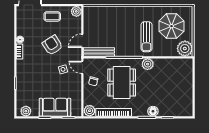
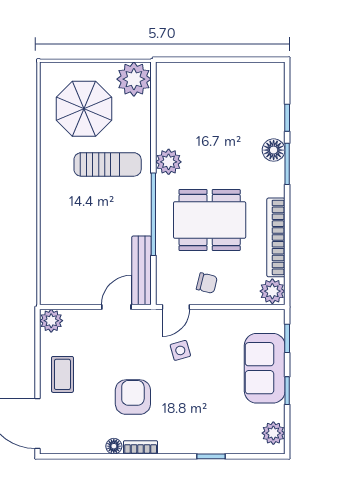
door: (82, 41) -> (116, 307), swing flipped
armchair: (52, 45) -> (133, 397), moved, turned 123

